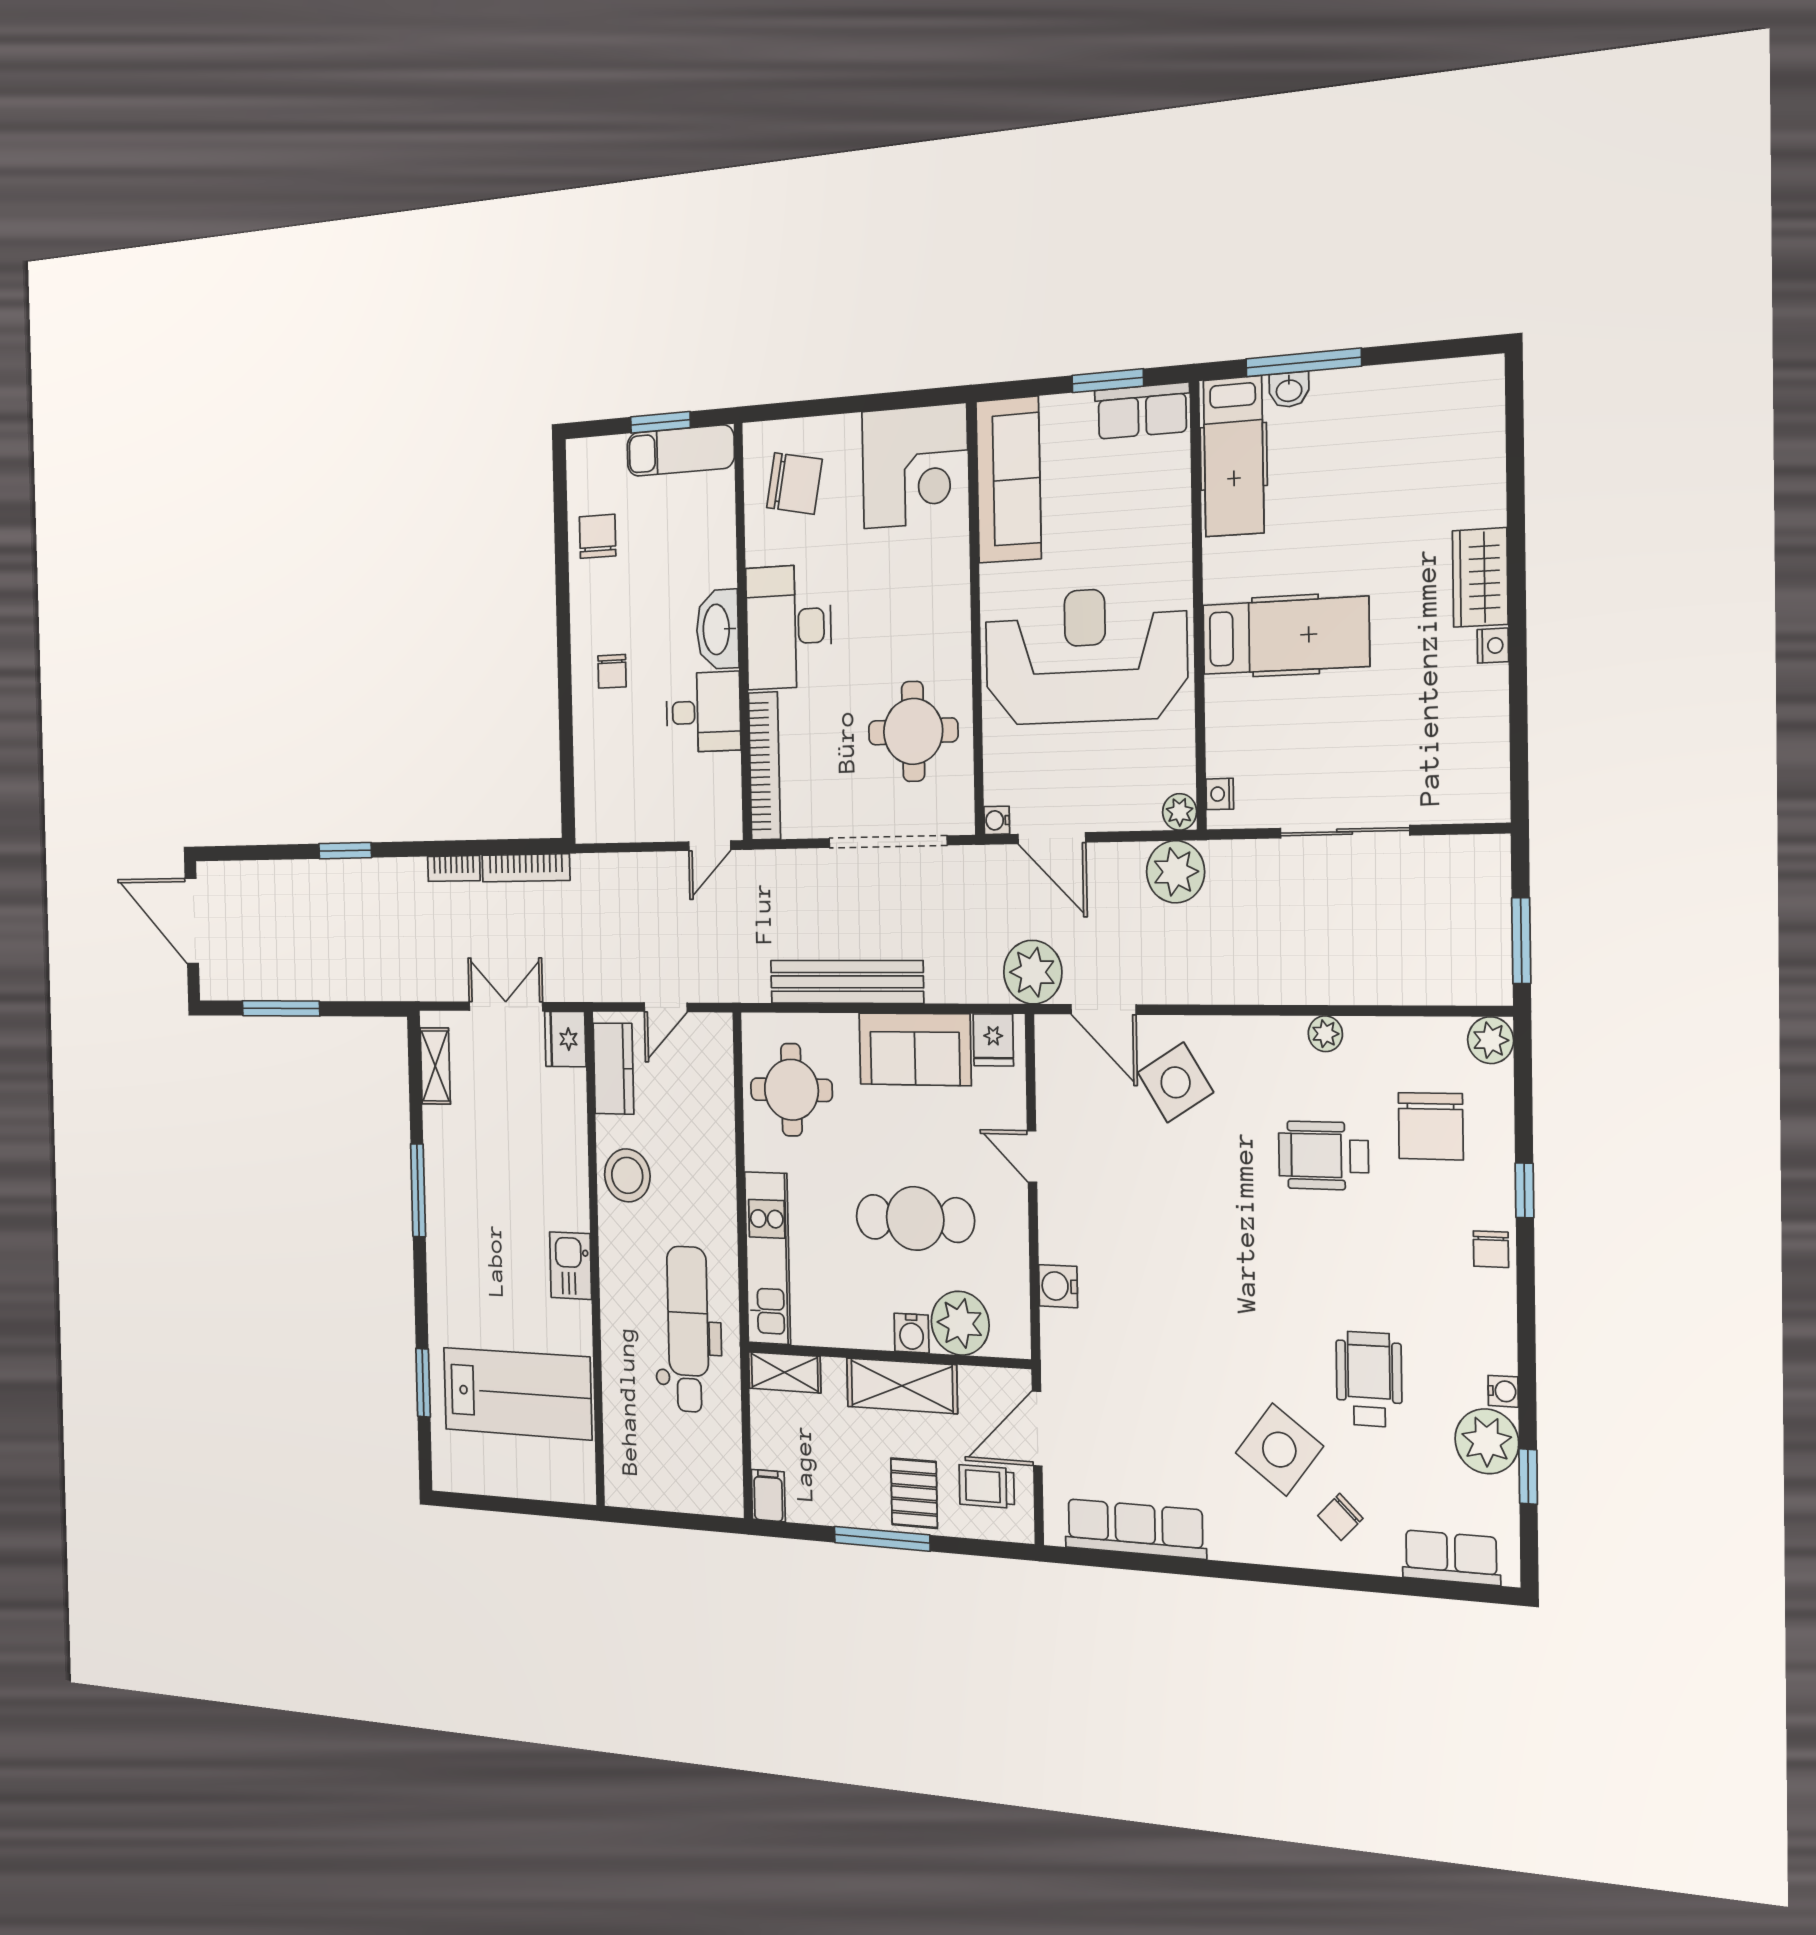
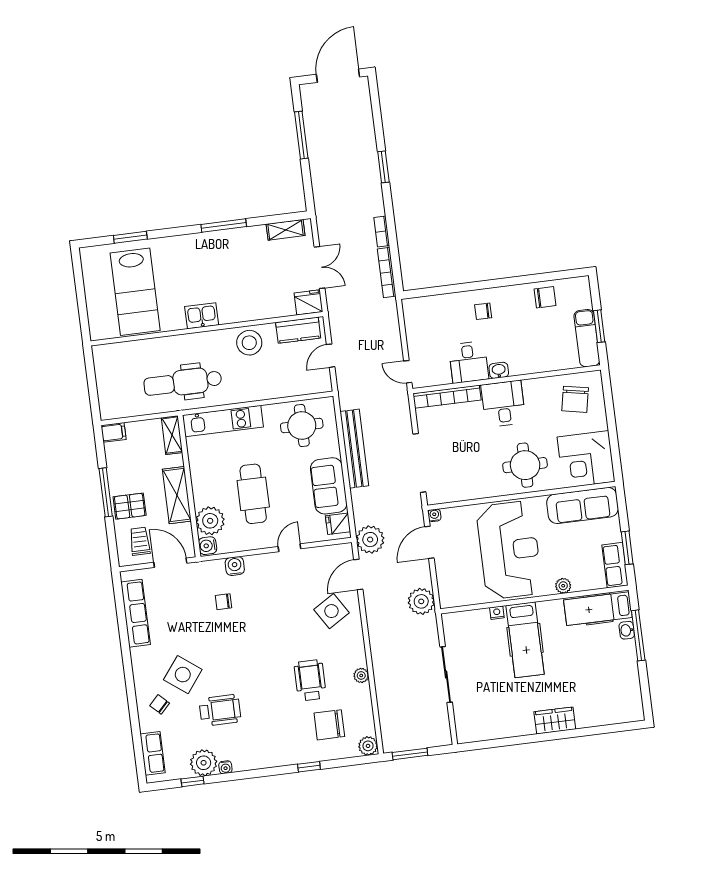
desk: (788, 627) -> (503, 404), width x0.73
washbasin: (717, 629) -> (499, 370), width x0.52, depth x0.69
nightstand: (1493, 646) -> (528, 729), removed
round table: (913, 731) -> (525, 465), moved
nightstand: (1220, 794) -> (497, 613), moved
plant: (1180, 812) -> (563, 586), moved
door: (666, 1007) -> (331, 356), hinge flipped
chair: (1491, 1249) -> (224, 602), moved
dental chair: (688, 1329) -> (183, 382), turned 180
water cooler: (911, 1333) -> (208, 546), moved

